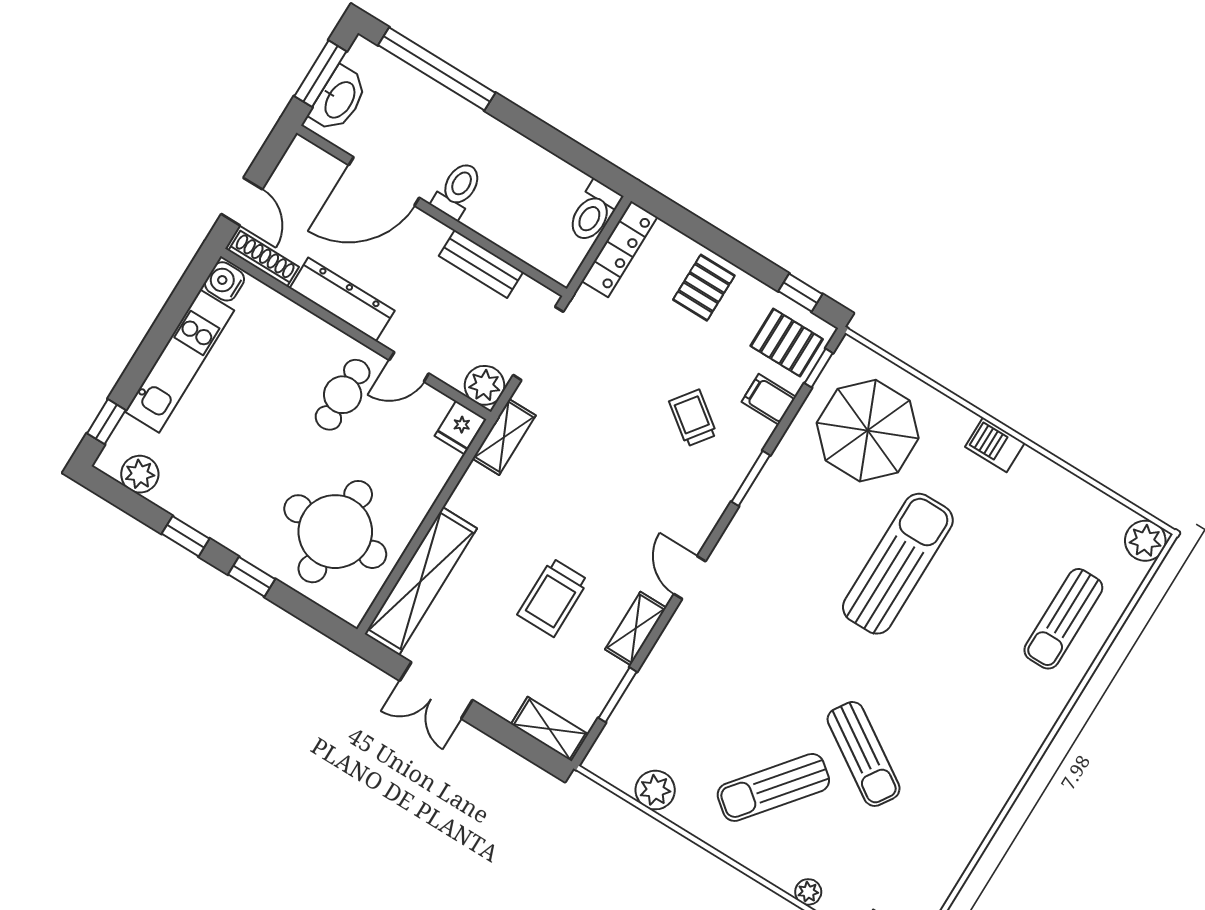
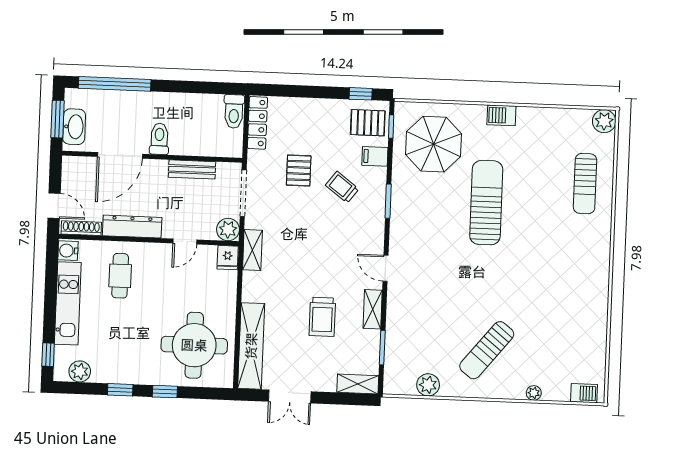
pallet: (704, 288) -> (299, 170), moved
cafe table: (343, 395) -> (120, 276), moved
sun lounger: (864, 754) -> (523, 308), removed

